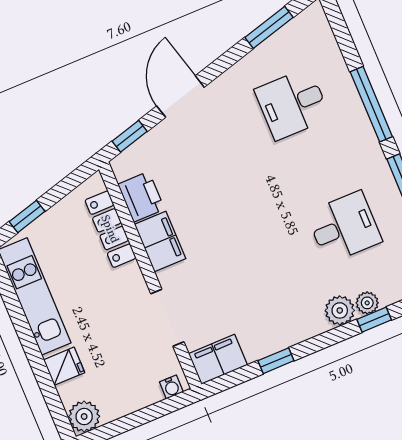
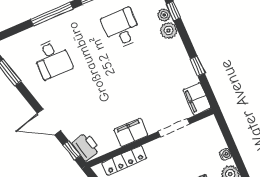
printer: (141, 197) -> (86, 147), moved, turned 75
water cooler: (171, 387) -> (226, 154), moved

